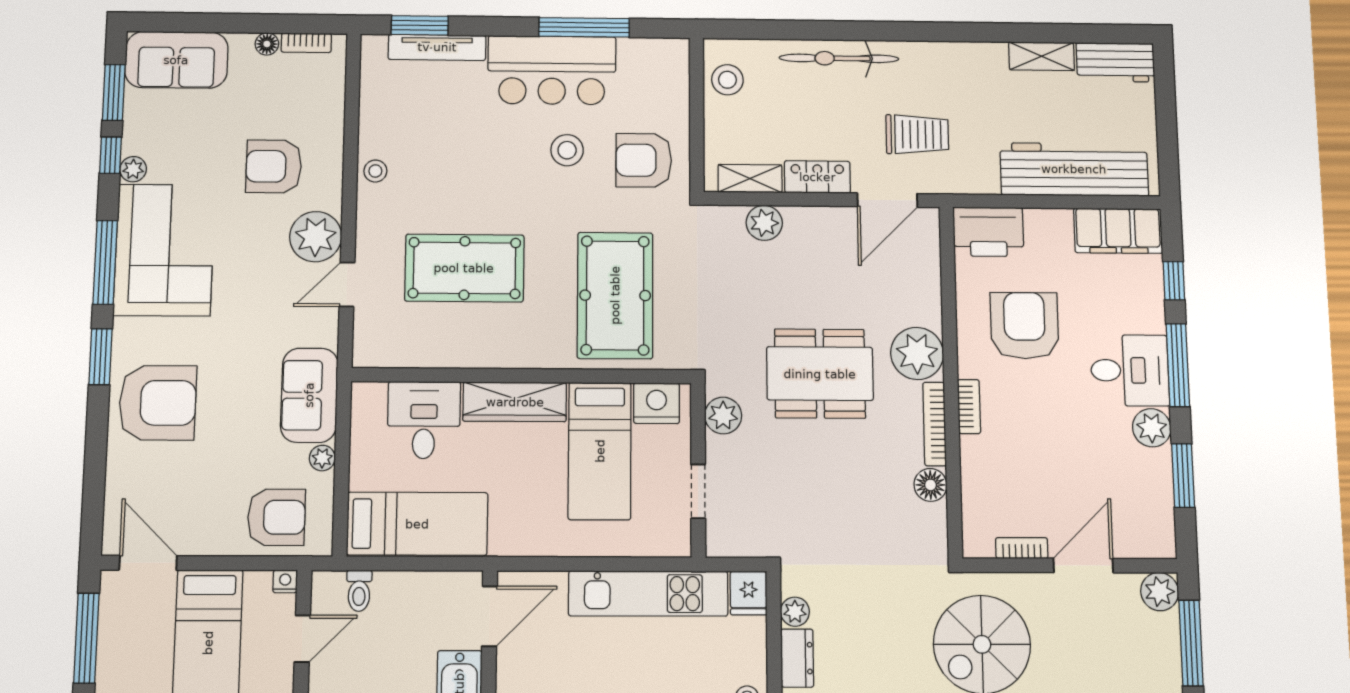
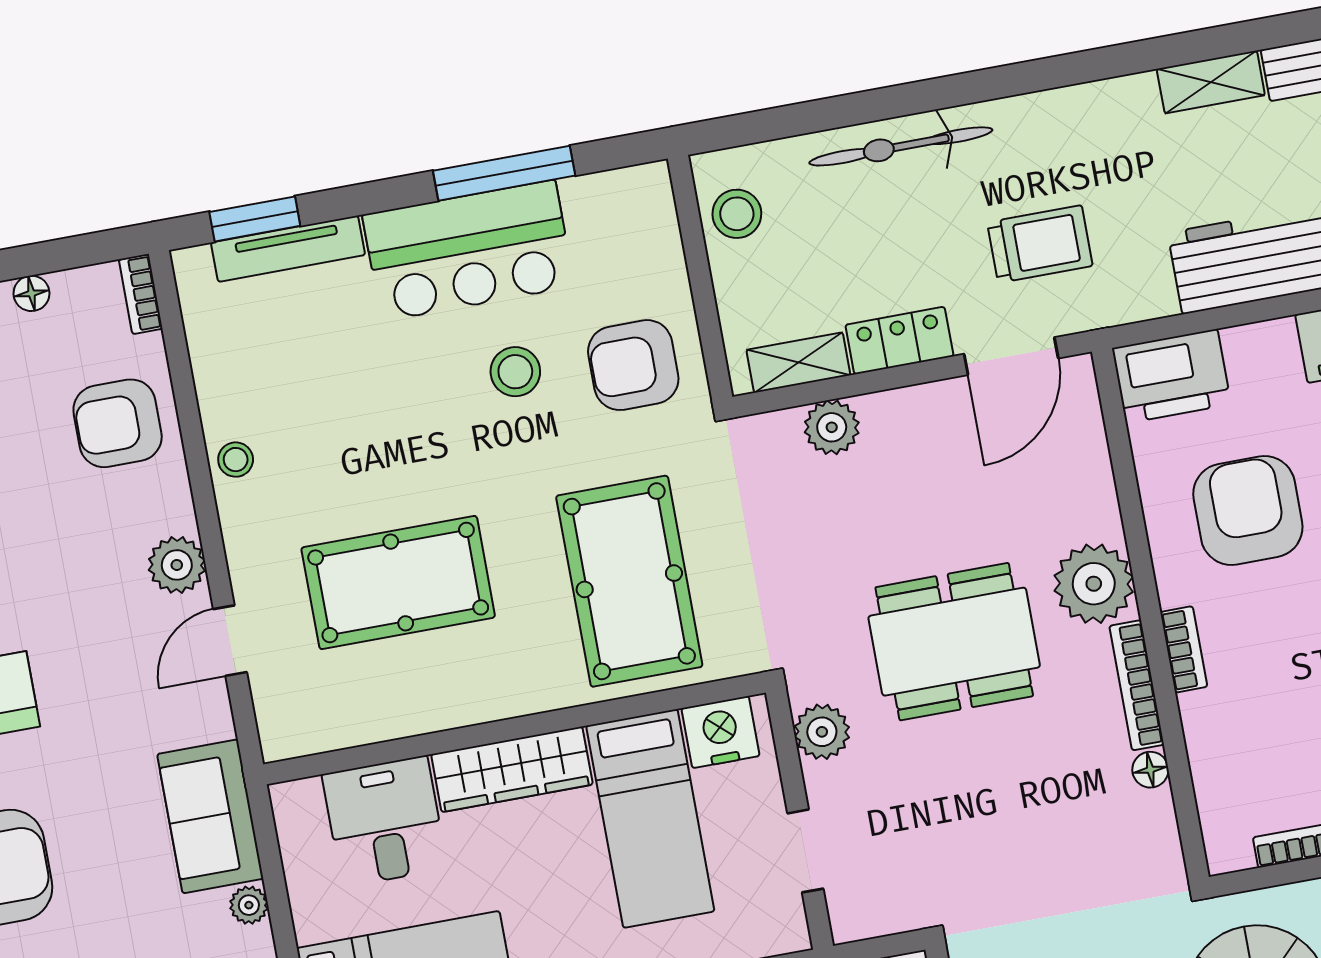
bookcase: (306, 43) -> (141, 294), moved, turned 90
armchair: (274, 166) -> (118, 423), moved
plant: (316, 237) -> (177, 565), width x0.73, depth x0.73
floor lamp: (930, 485) -> (1150, 770), width x0.73, depth x0.73

